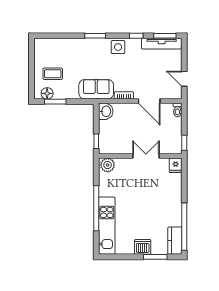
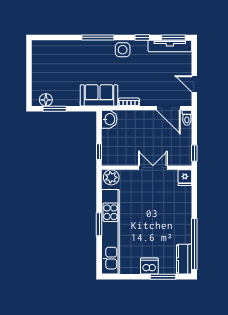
window: (95, 36) -> (98, 37), width x1.44
coffee table: (53, 74) -> (52, 79), removed
door: (149, 101) -> (168, 108), moved
window: (96, 208) -> (99, 224), width x0.47
kitchen unit: (107, 226) -> (110, 232), width x1.36

